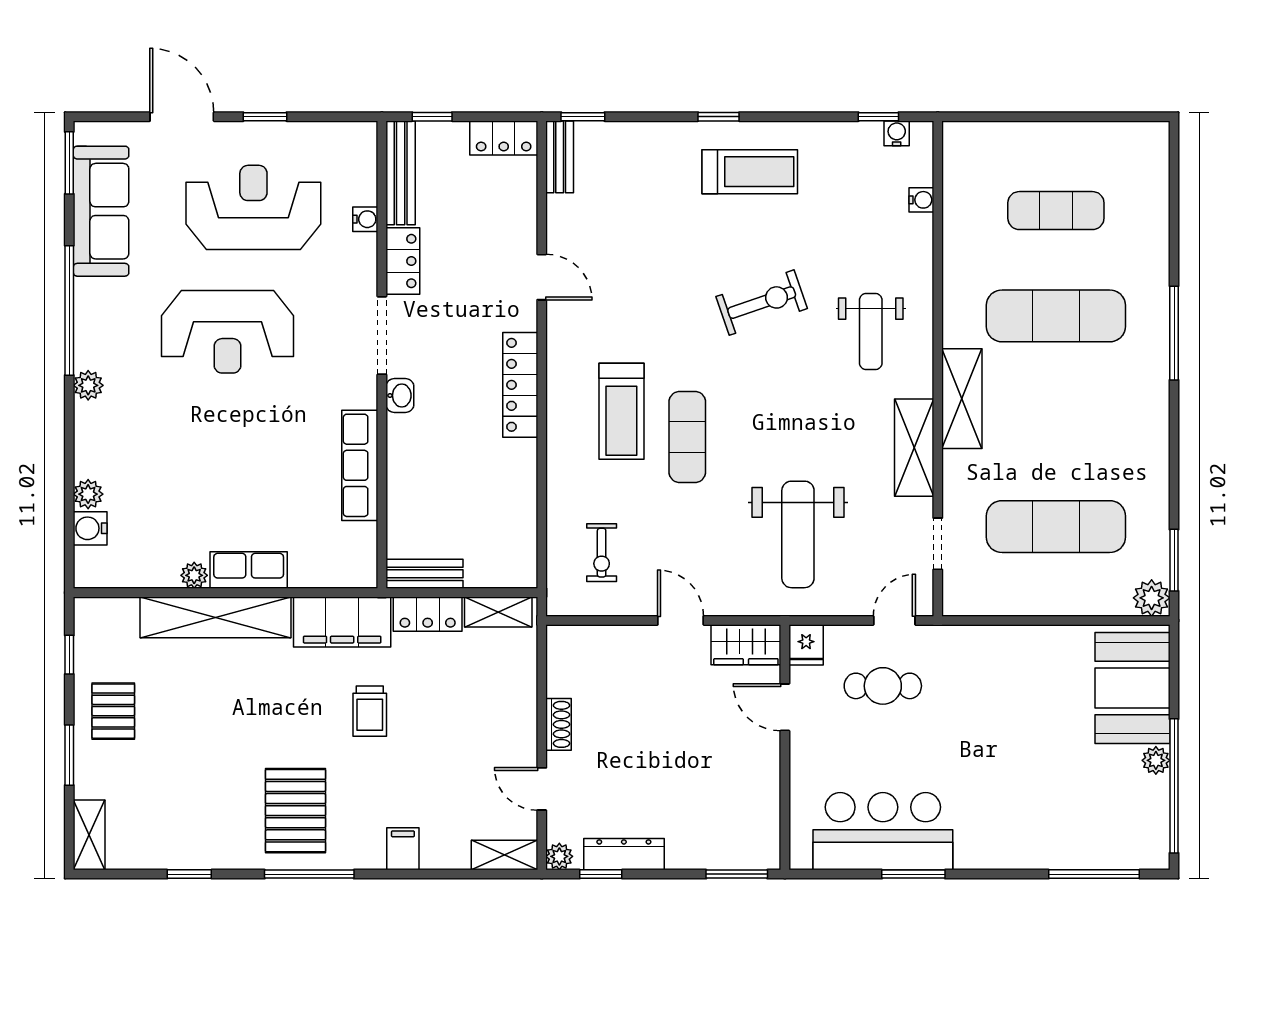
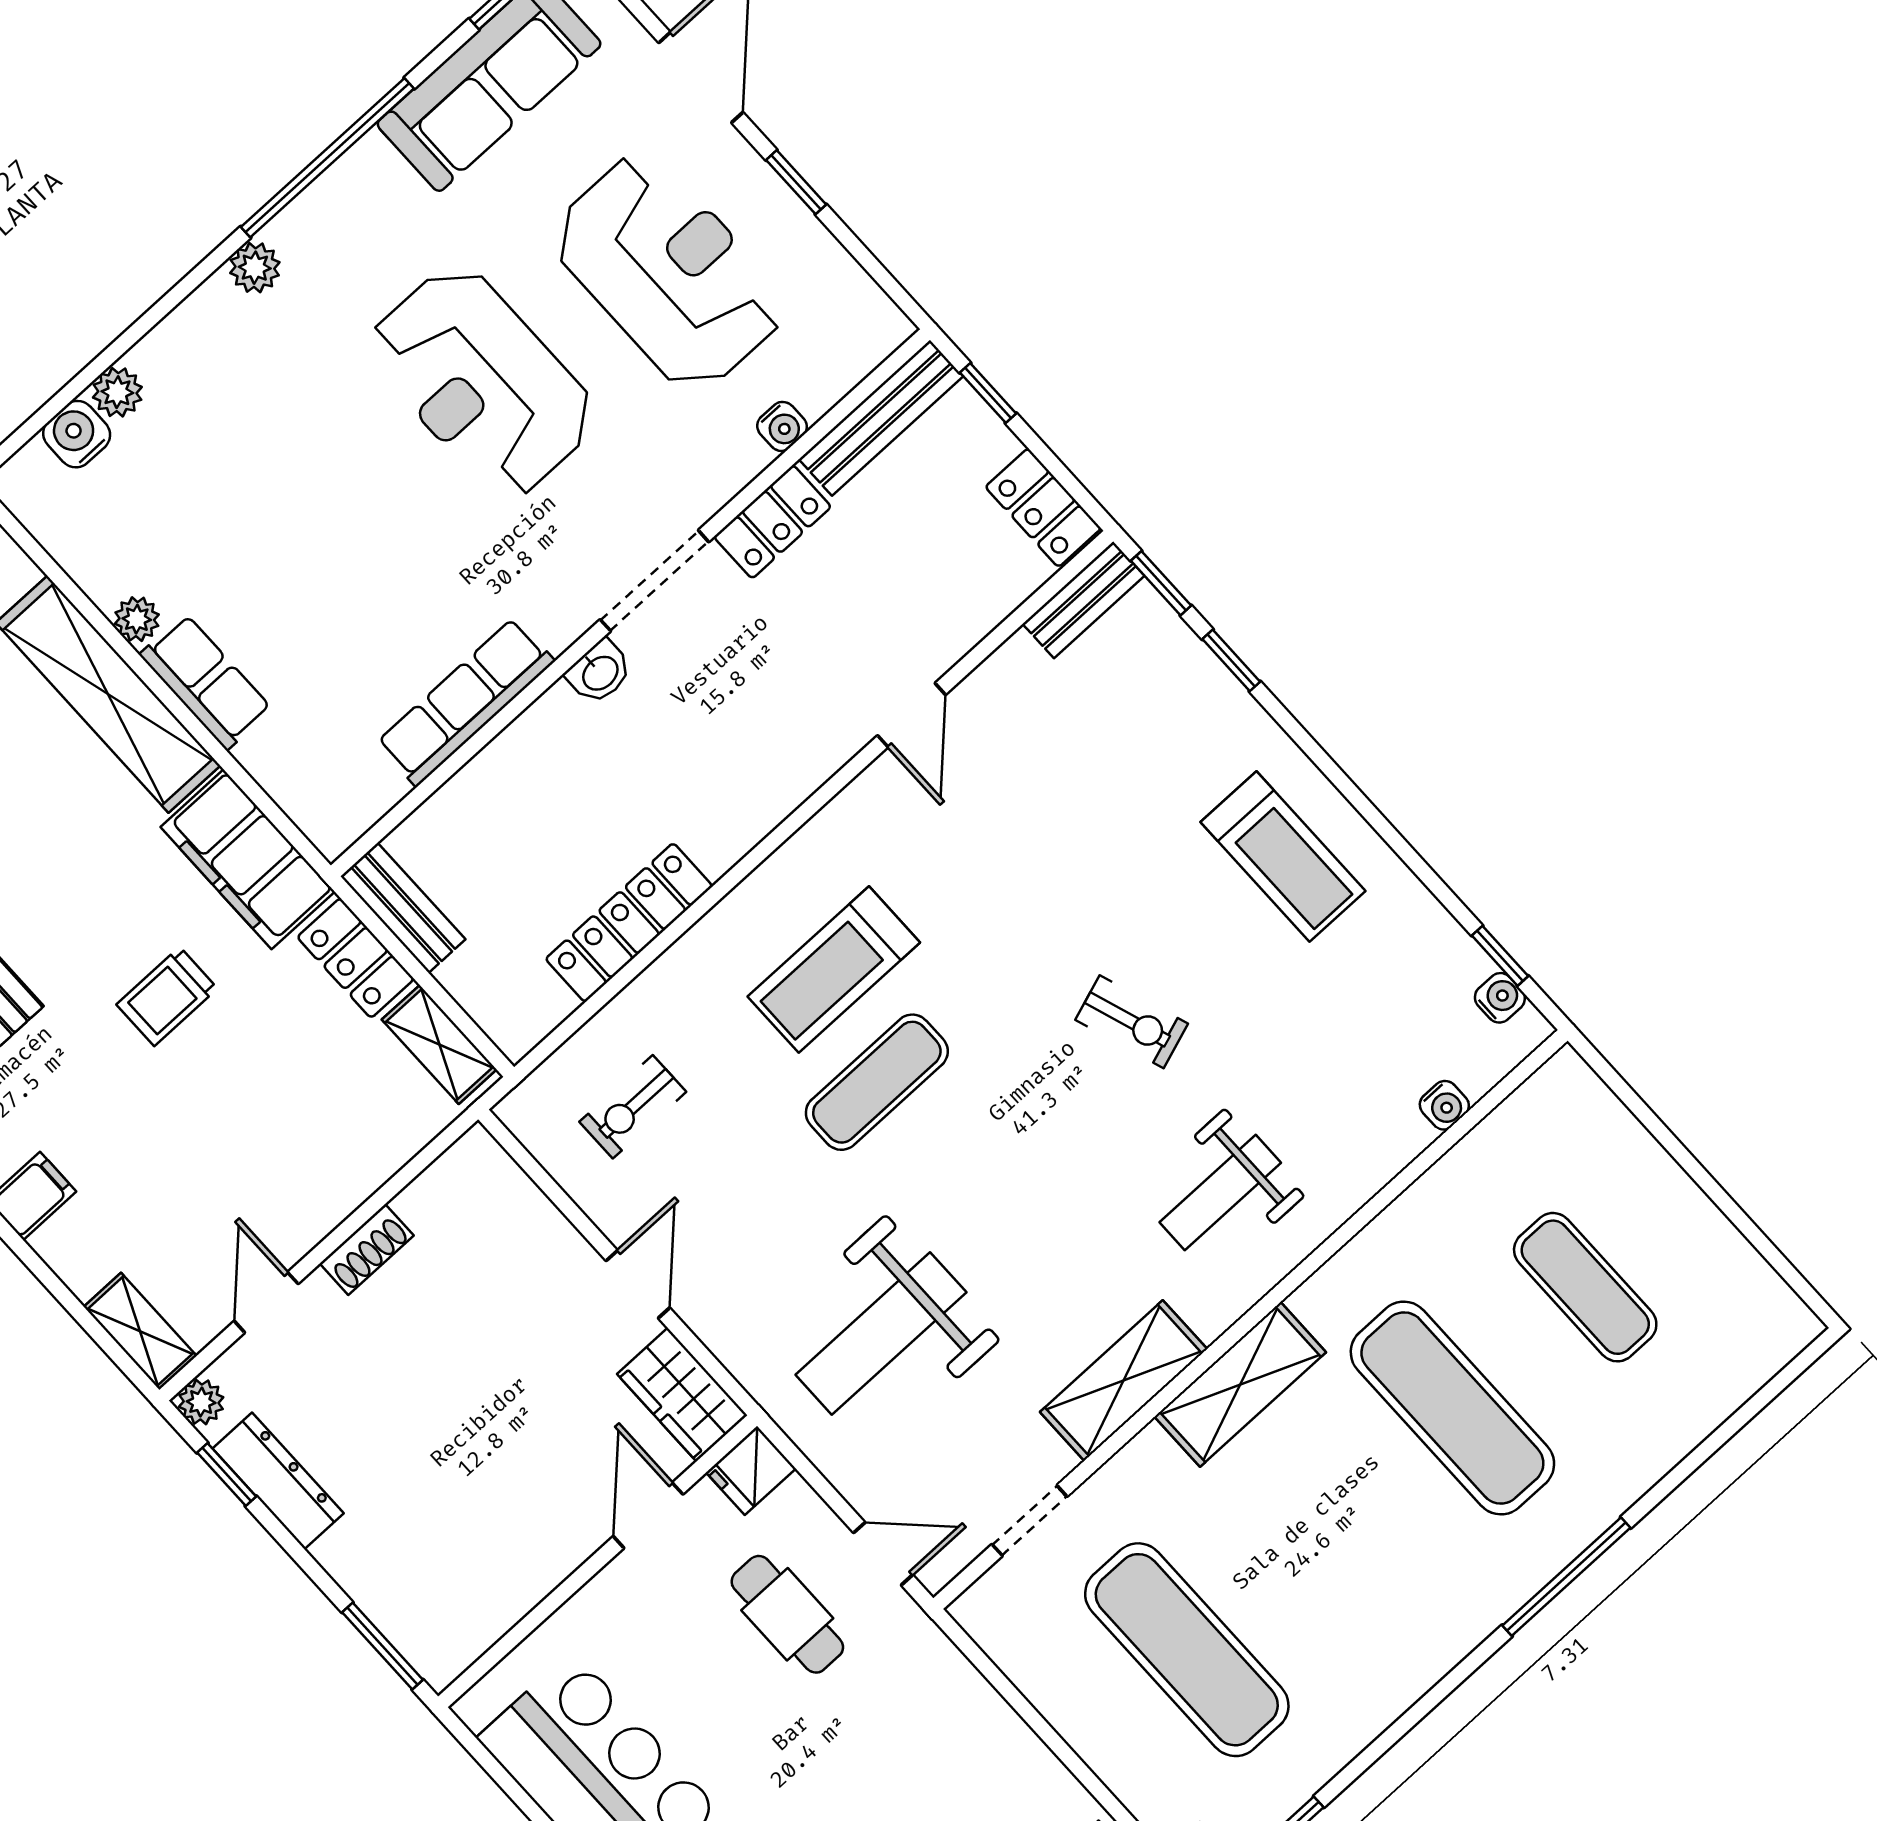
window: (719, 117) -> (1231, 660), moved
exercise bike: (762, 303) -> (1132, 1022), width x0.73, depth x0.72
locker: (520, 385) -> (629, 923), moved

